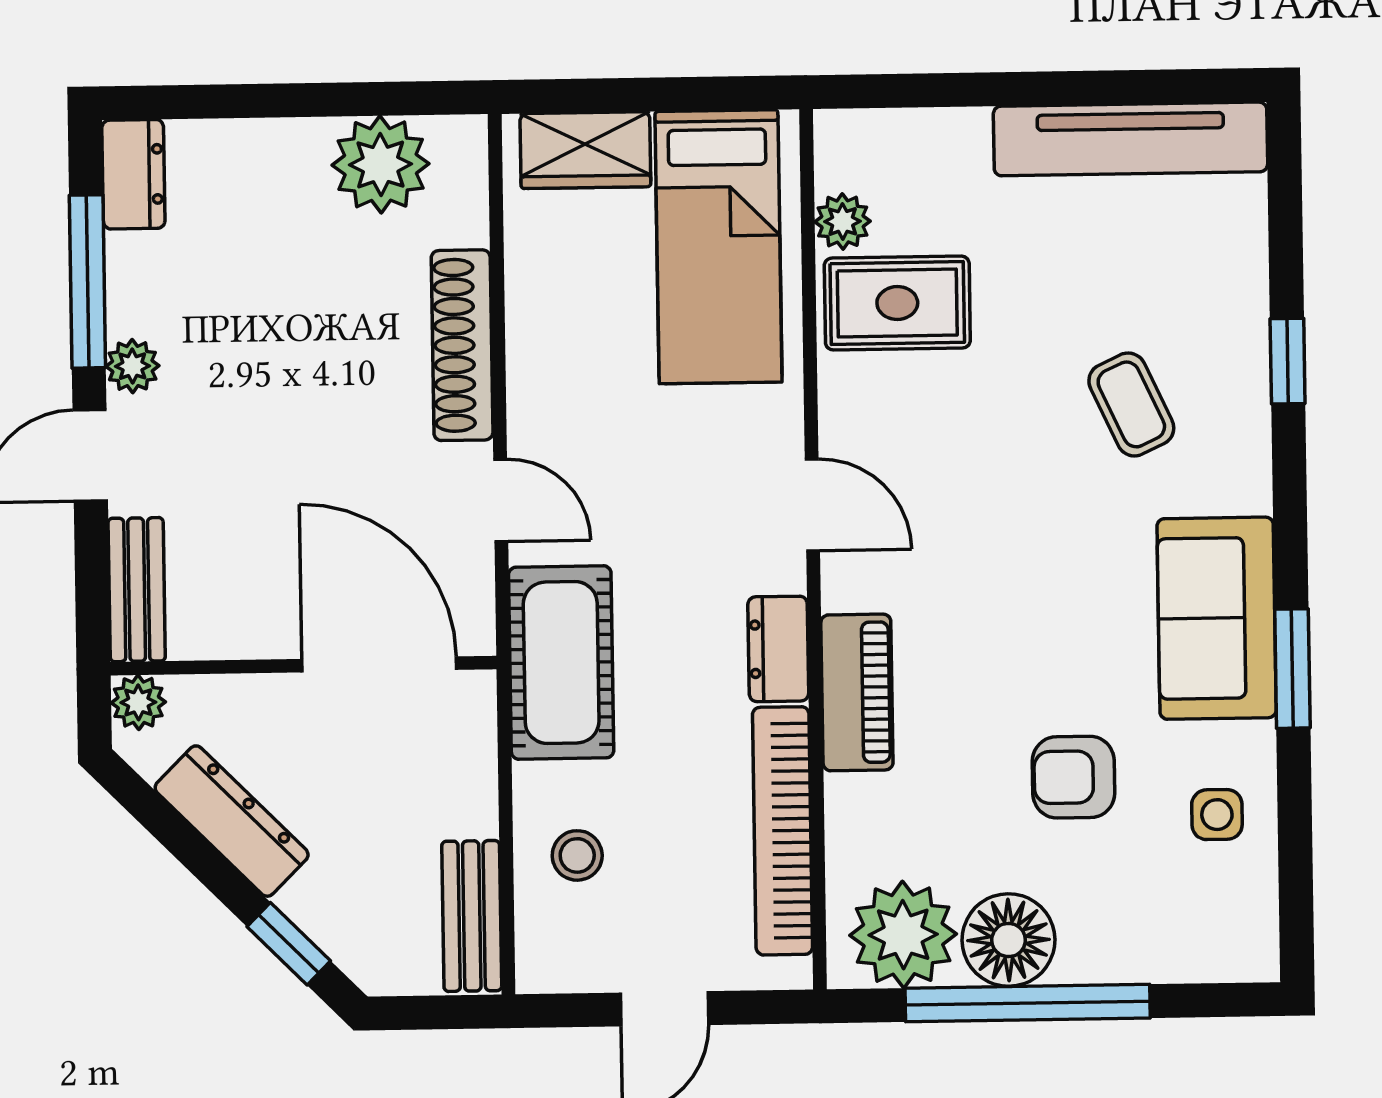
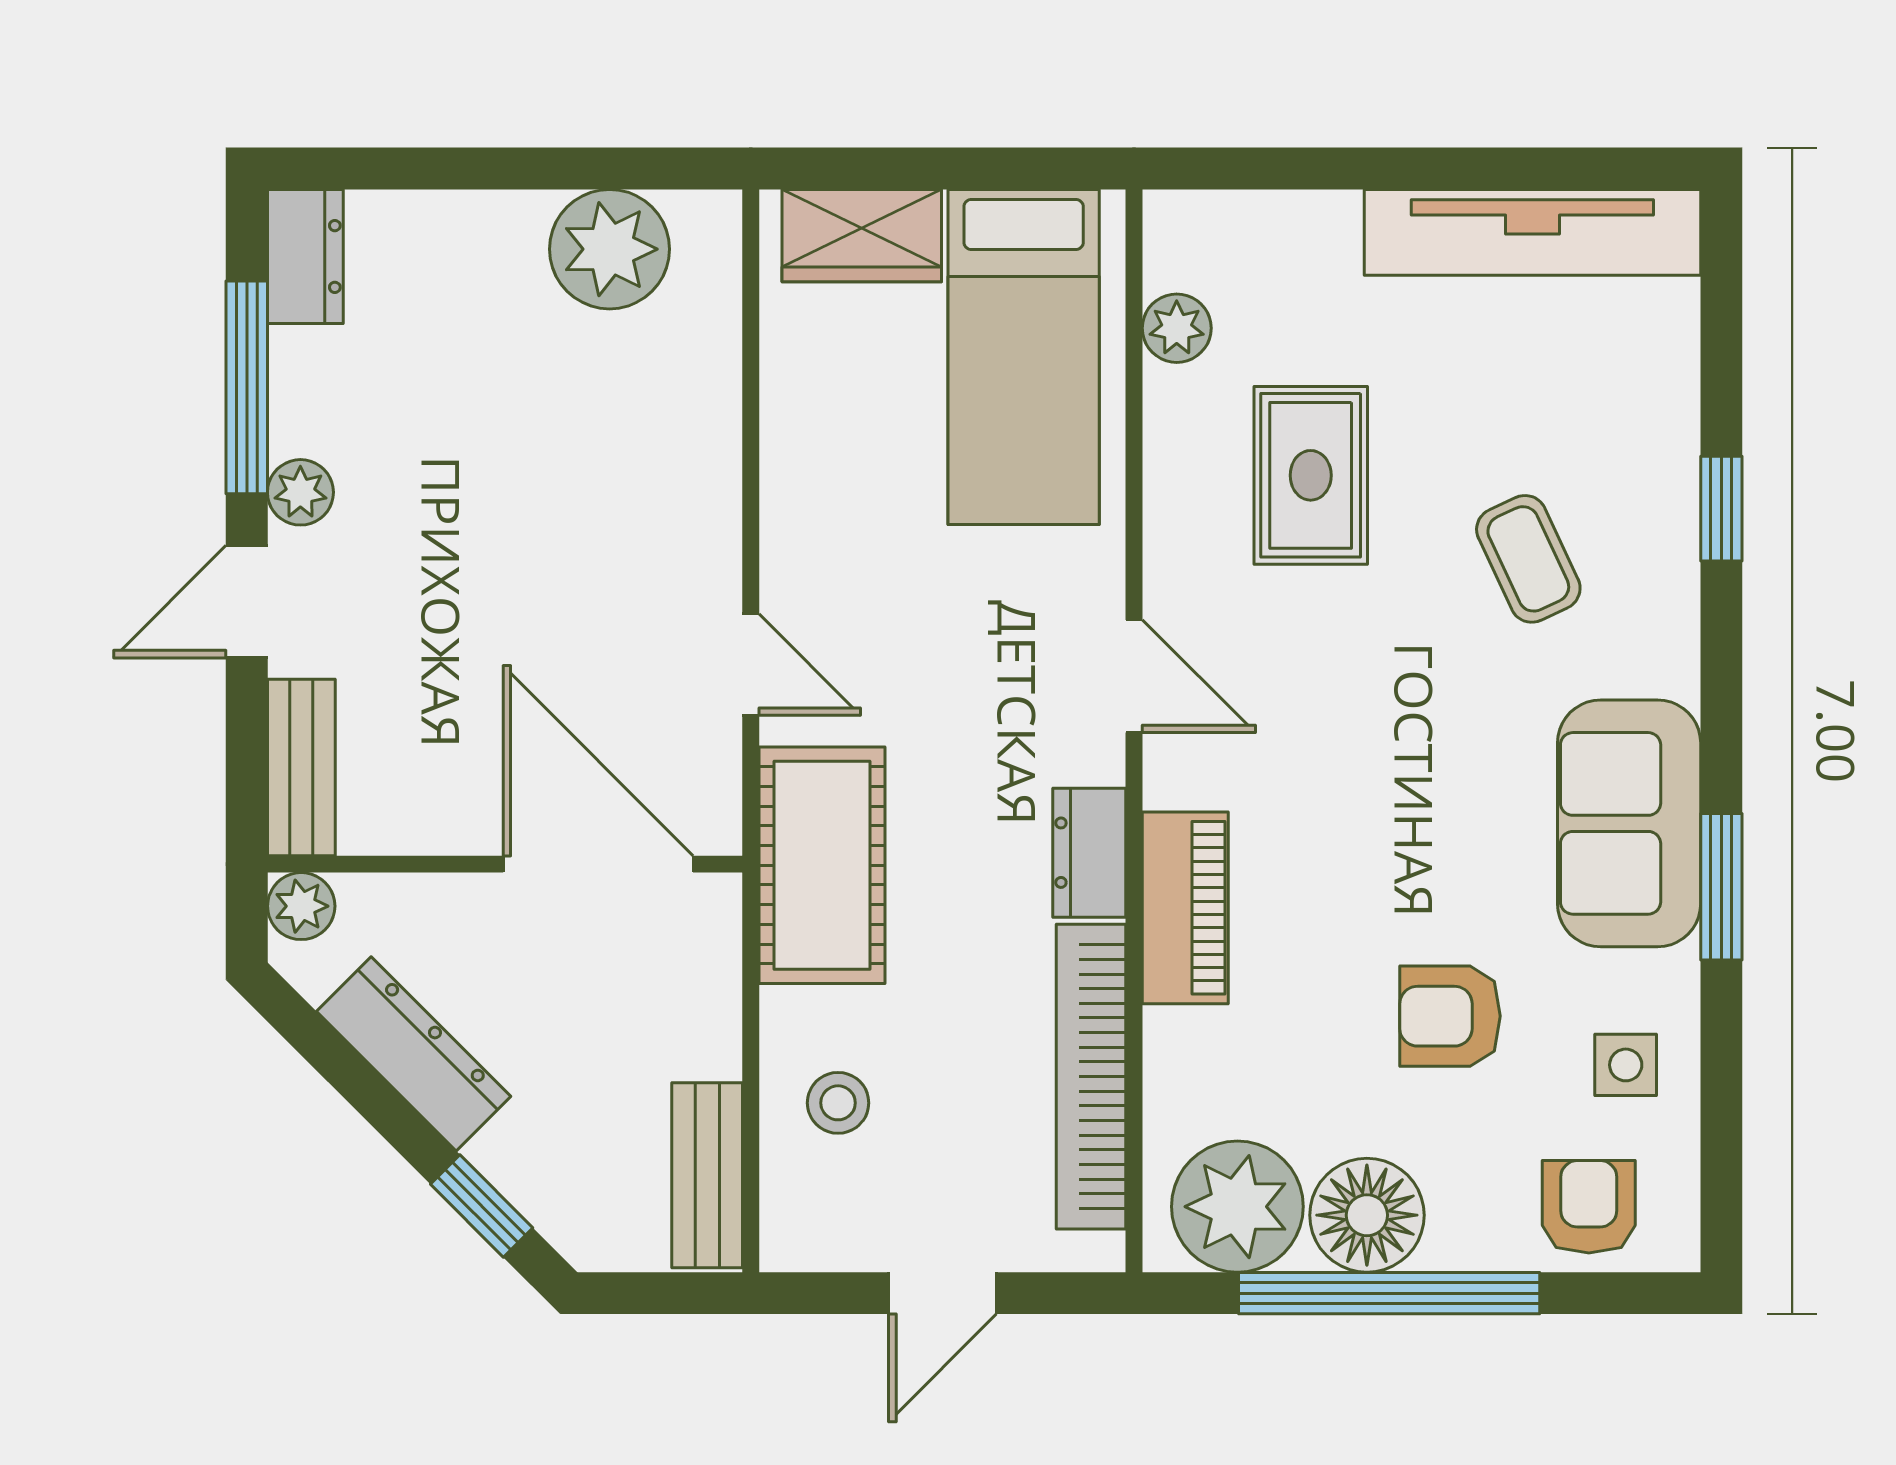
rug: (897, 303) -> (1311, 475), moved, turned 90
shoe rack: (462, 345) -> (706, 473), removed
armchair: (1189, 930) -> (1589, 1207), added

